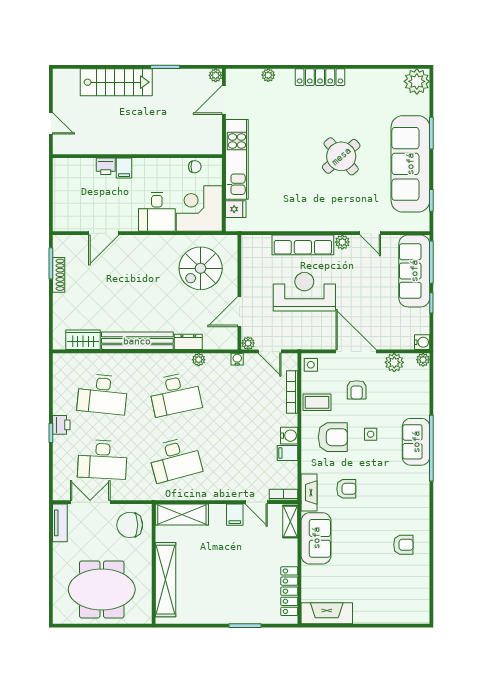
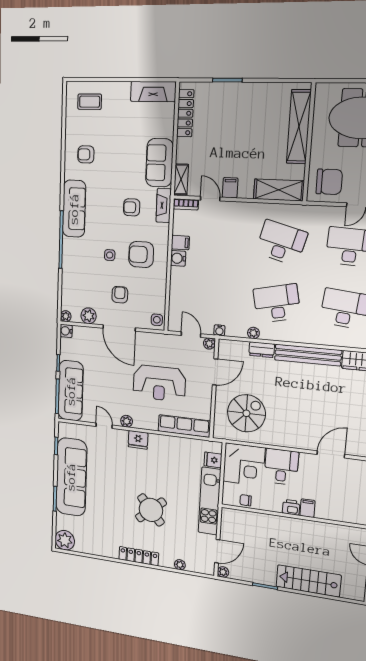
round table: (341, 156) -> (151, 510), moved
printer: (106, 166) -> (291, 507), moved
fridge: (327, 221) -> (138, 440), added
row of seats: (303, 245) -> (184, 426), moved
bookcase: (292, 392) -> (174, 297), removed
coffee table: (317, 402) -> (90, 102), moved
sofa: (416, 442) -> (74, 209), moved, width x1.36
desk: (175, 459) -> (281, 243), turned 30

